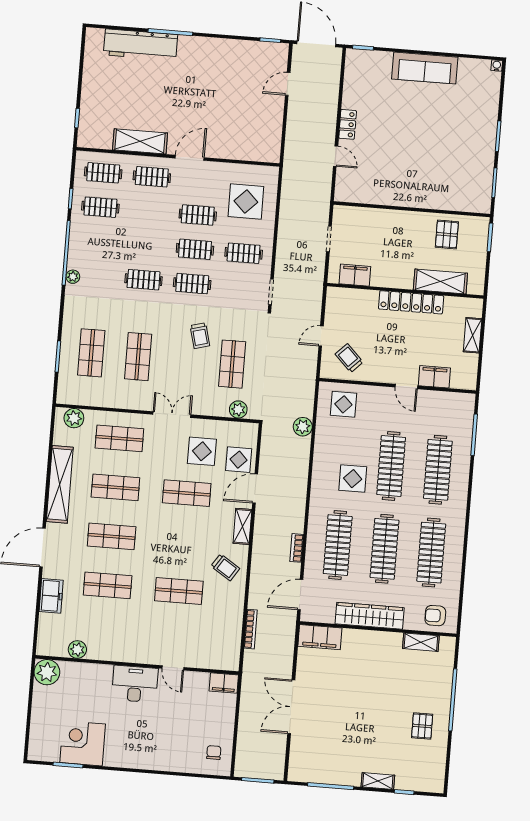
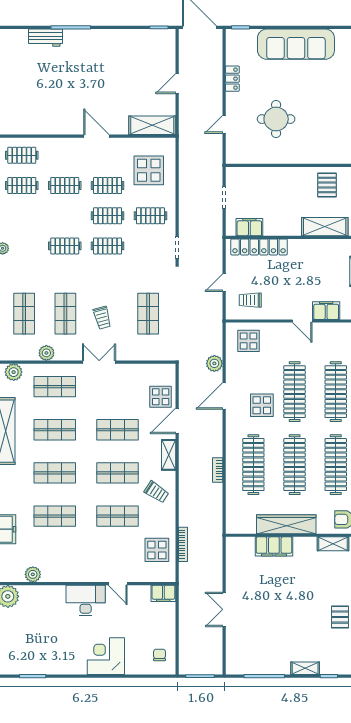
workbench: (141, 45) -> (46, 38), width x0.53, depth x0.76
sofa: (425, 68) -> (296, 44), width x1.36, depth x1.27
door: (288, 84) -> (177, 84), moved
locker: (348, 124) -> (232, 79), moved
shelving: (140, 141) -> (152, 125), moved
round table: (395, 155) -> (276, 119), added
door: (336, 156) -> (224, 124), swing flipped
door: (190, 158) -> (96, 136), hinge flipped
clothes rail: (152, 177) -> (65, 186), moved
locker: (411, 302) -> (259, 247), moved
trolley: (200, 336) -> (102, 318), moved
trolley: (349, 358) -> (250, 300), turned -45
plant: (238, 409) -> (46, 353), moved
display table: (202, 451) -> (157, 550), moved
shop shelf: (183, 542) -> (117, 473), added
door: (300, 595) -> (224, 396), moved
filing cabinet: (320, 637) -> (274, 546), moved
double door: (291, 707) -> (224, 609), width x0.73
corner desk: (83, 743) -> (106, 656), moved

